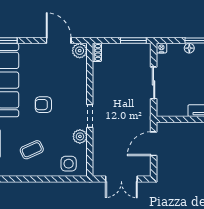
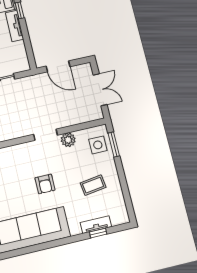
coffee table: (32, 150) -> (93, 185), turned -74
window: (65, 179) -> (114, 144), added

